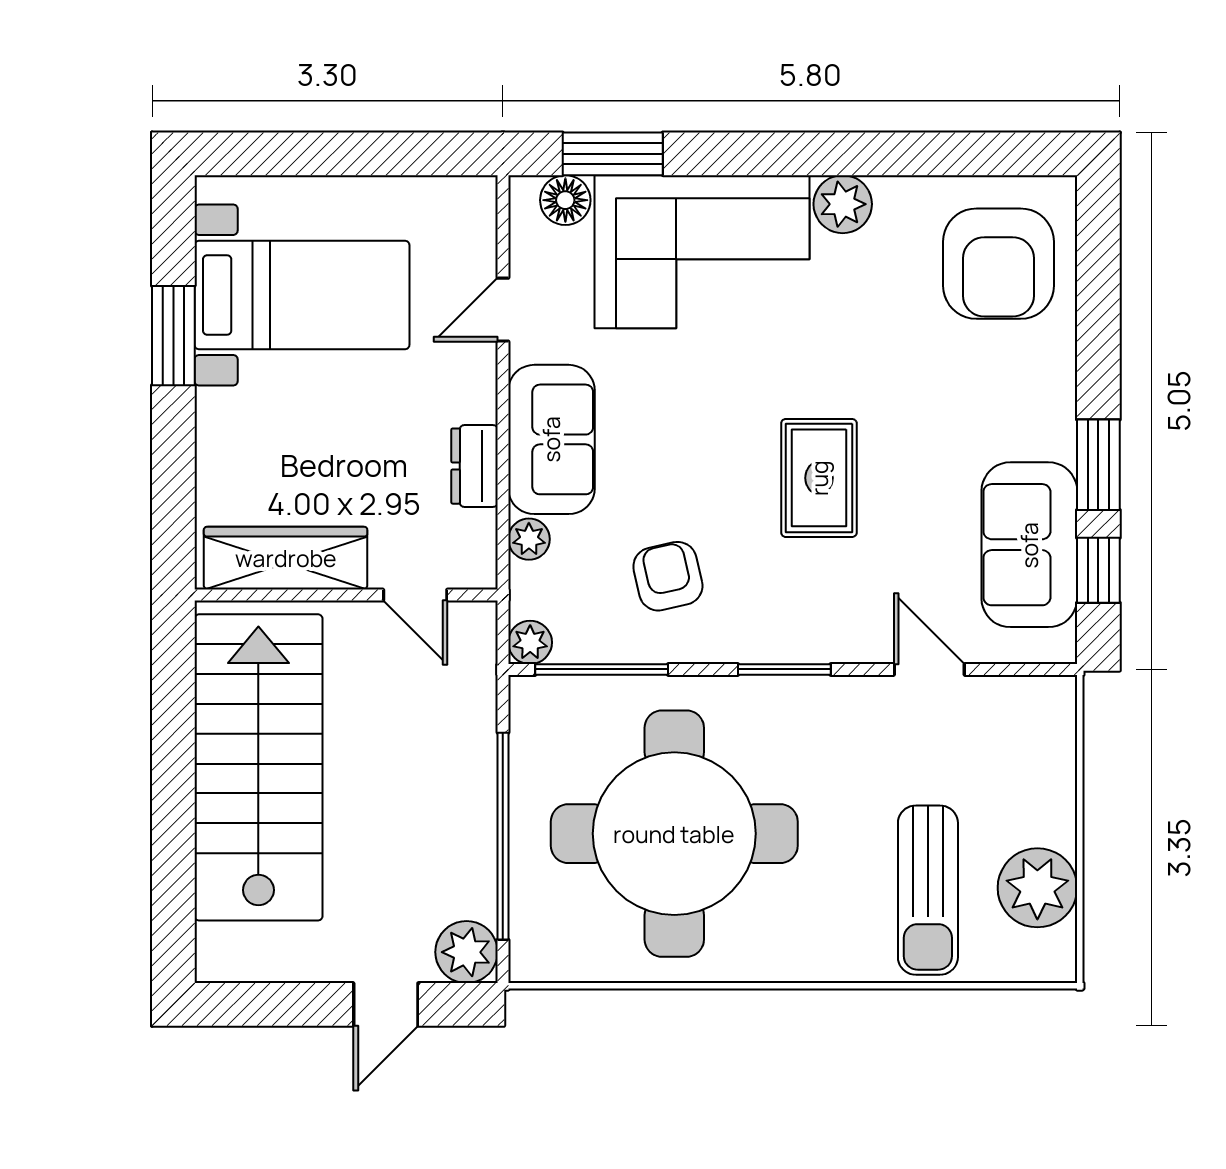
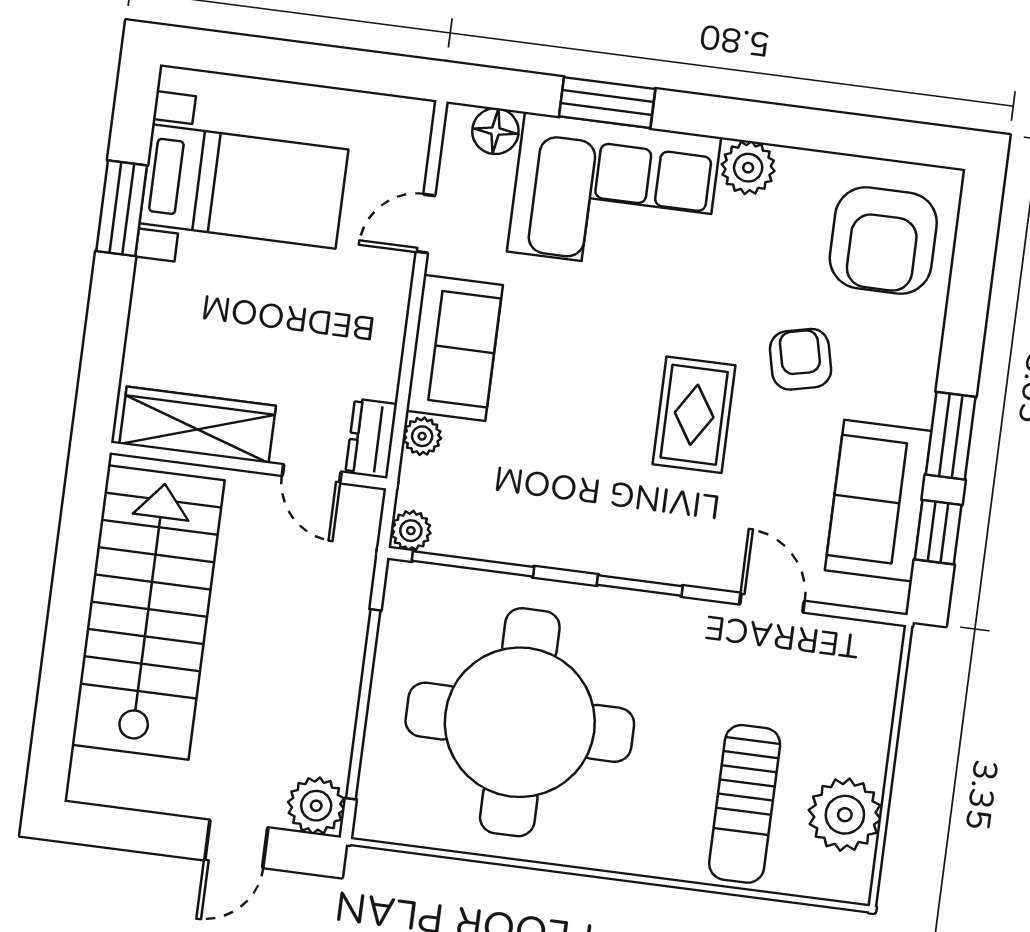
window: (613, 154) -> (607, 103), moved
dresser: (475, 466) -> (371, 439), moved
armchair: (668, 576) -> (801, 359), moved

